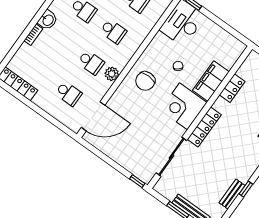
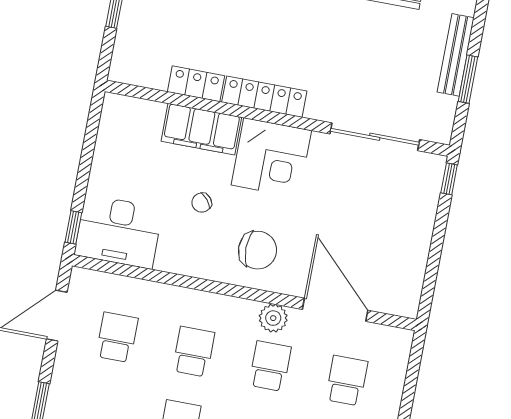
door: (93, 116) -> (335, 310), moved
locker: (204, 127) -> (264, 97), moved

